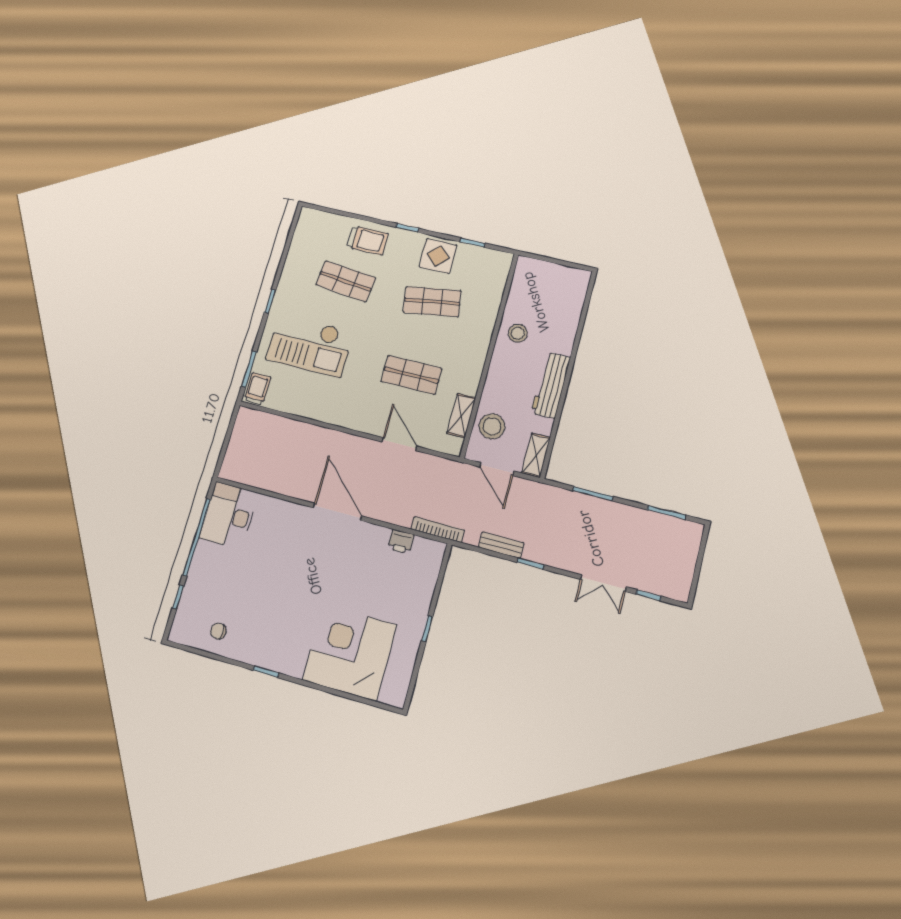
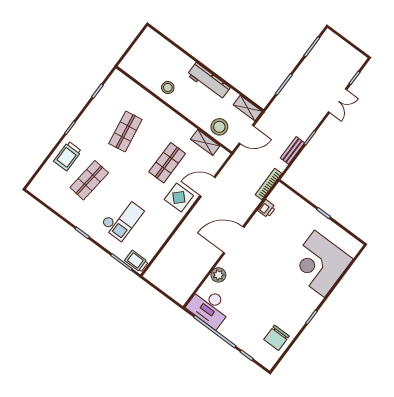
trolley: (368, 240) -> (68, 156), turned 180
display table: (438, 256) -> (179, 197), moved
checkout: (310, 346) -> (122, 218), width x0.73, depth x0.83
plant: (279, 510) -> (218, 275), added
chair: (218, 631) -> (277, 338), width x1.87, depth x1.87

